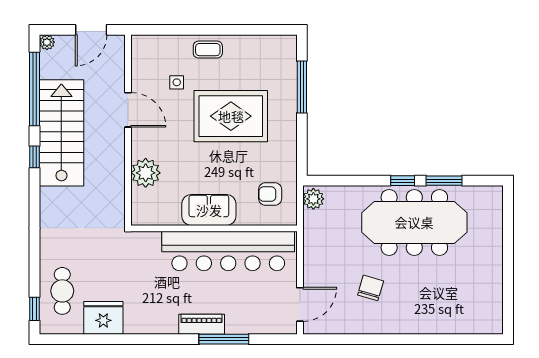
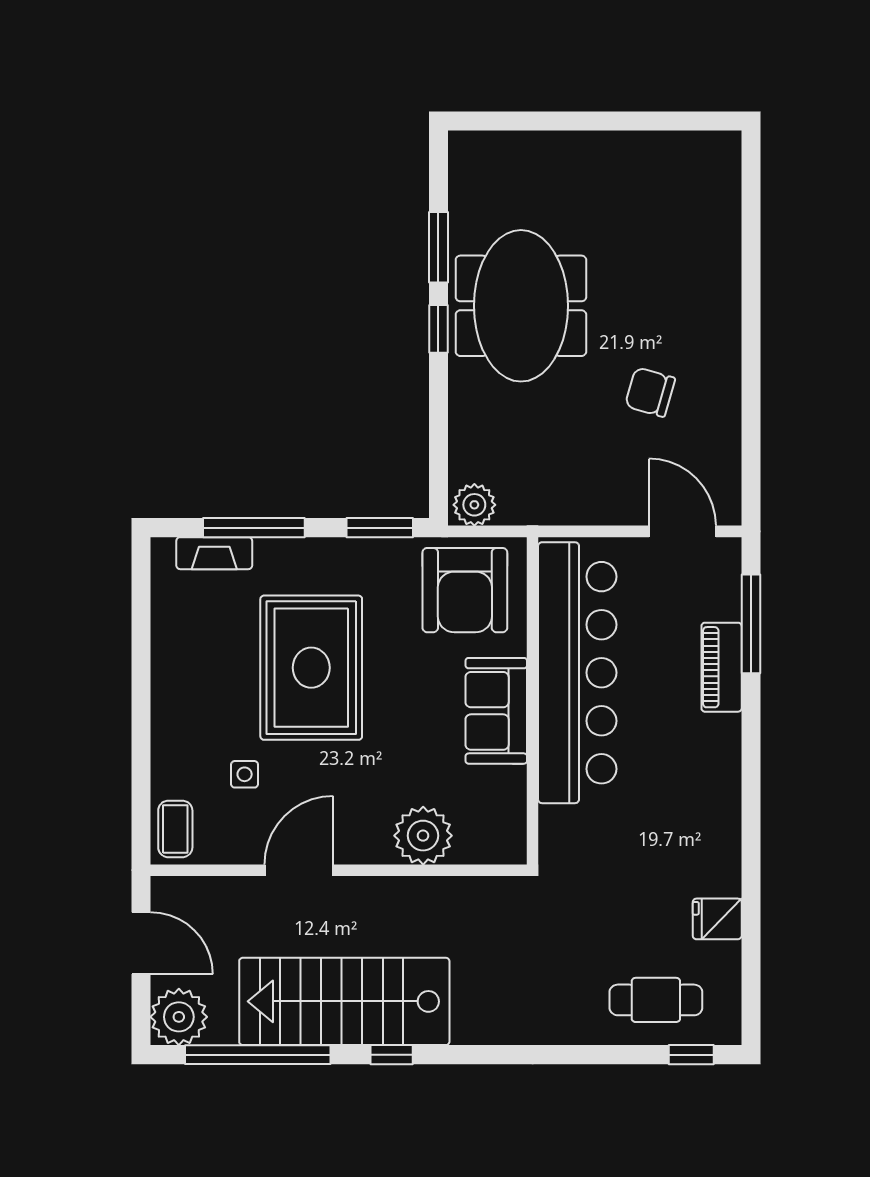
plant: (47, 42) -> (179, 1017), width x1.88, depth x1.88
coffee table: (208, 50) -> (175, 829), moved
fireplace: (289, 67) -> (214, 553), added
window: (302, 151) -> (380, 528), added
armchair: (270, 194) -> (465, 590), width x1.88, depth x1.88
meeting table: (414, 222) -> (521, 306), width x0.73
fridge: (103, 318) -> (717, 919), width x0.53, depth x0.75
piano: (202, 324) -> (722, 667), moved
window: (224, 339) -> (751, 624), moved

